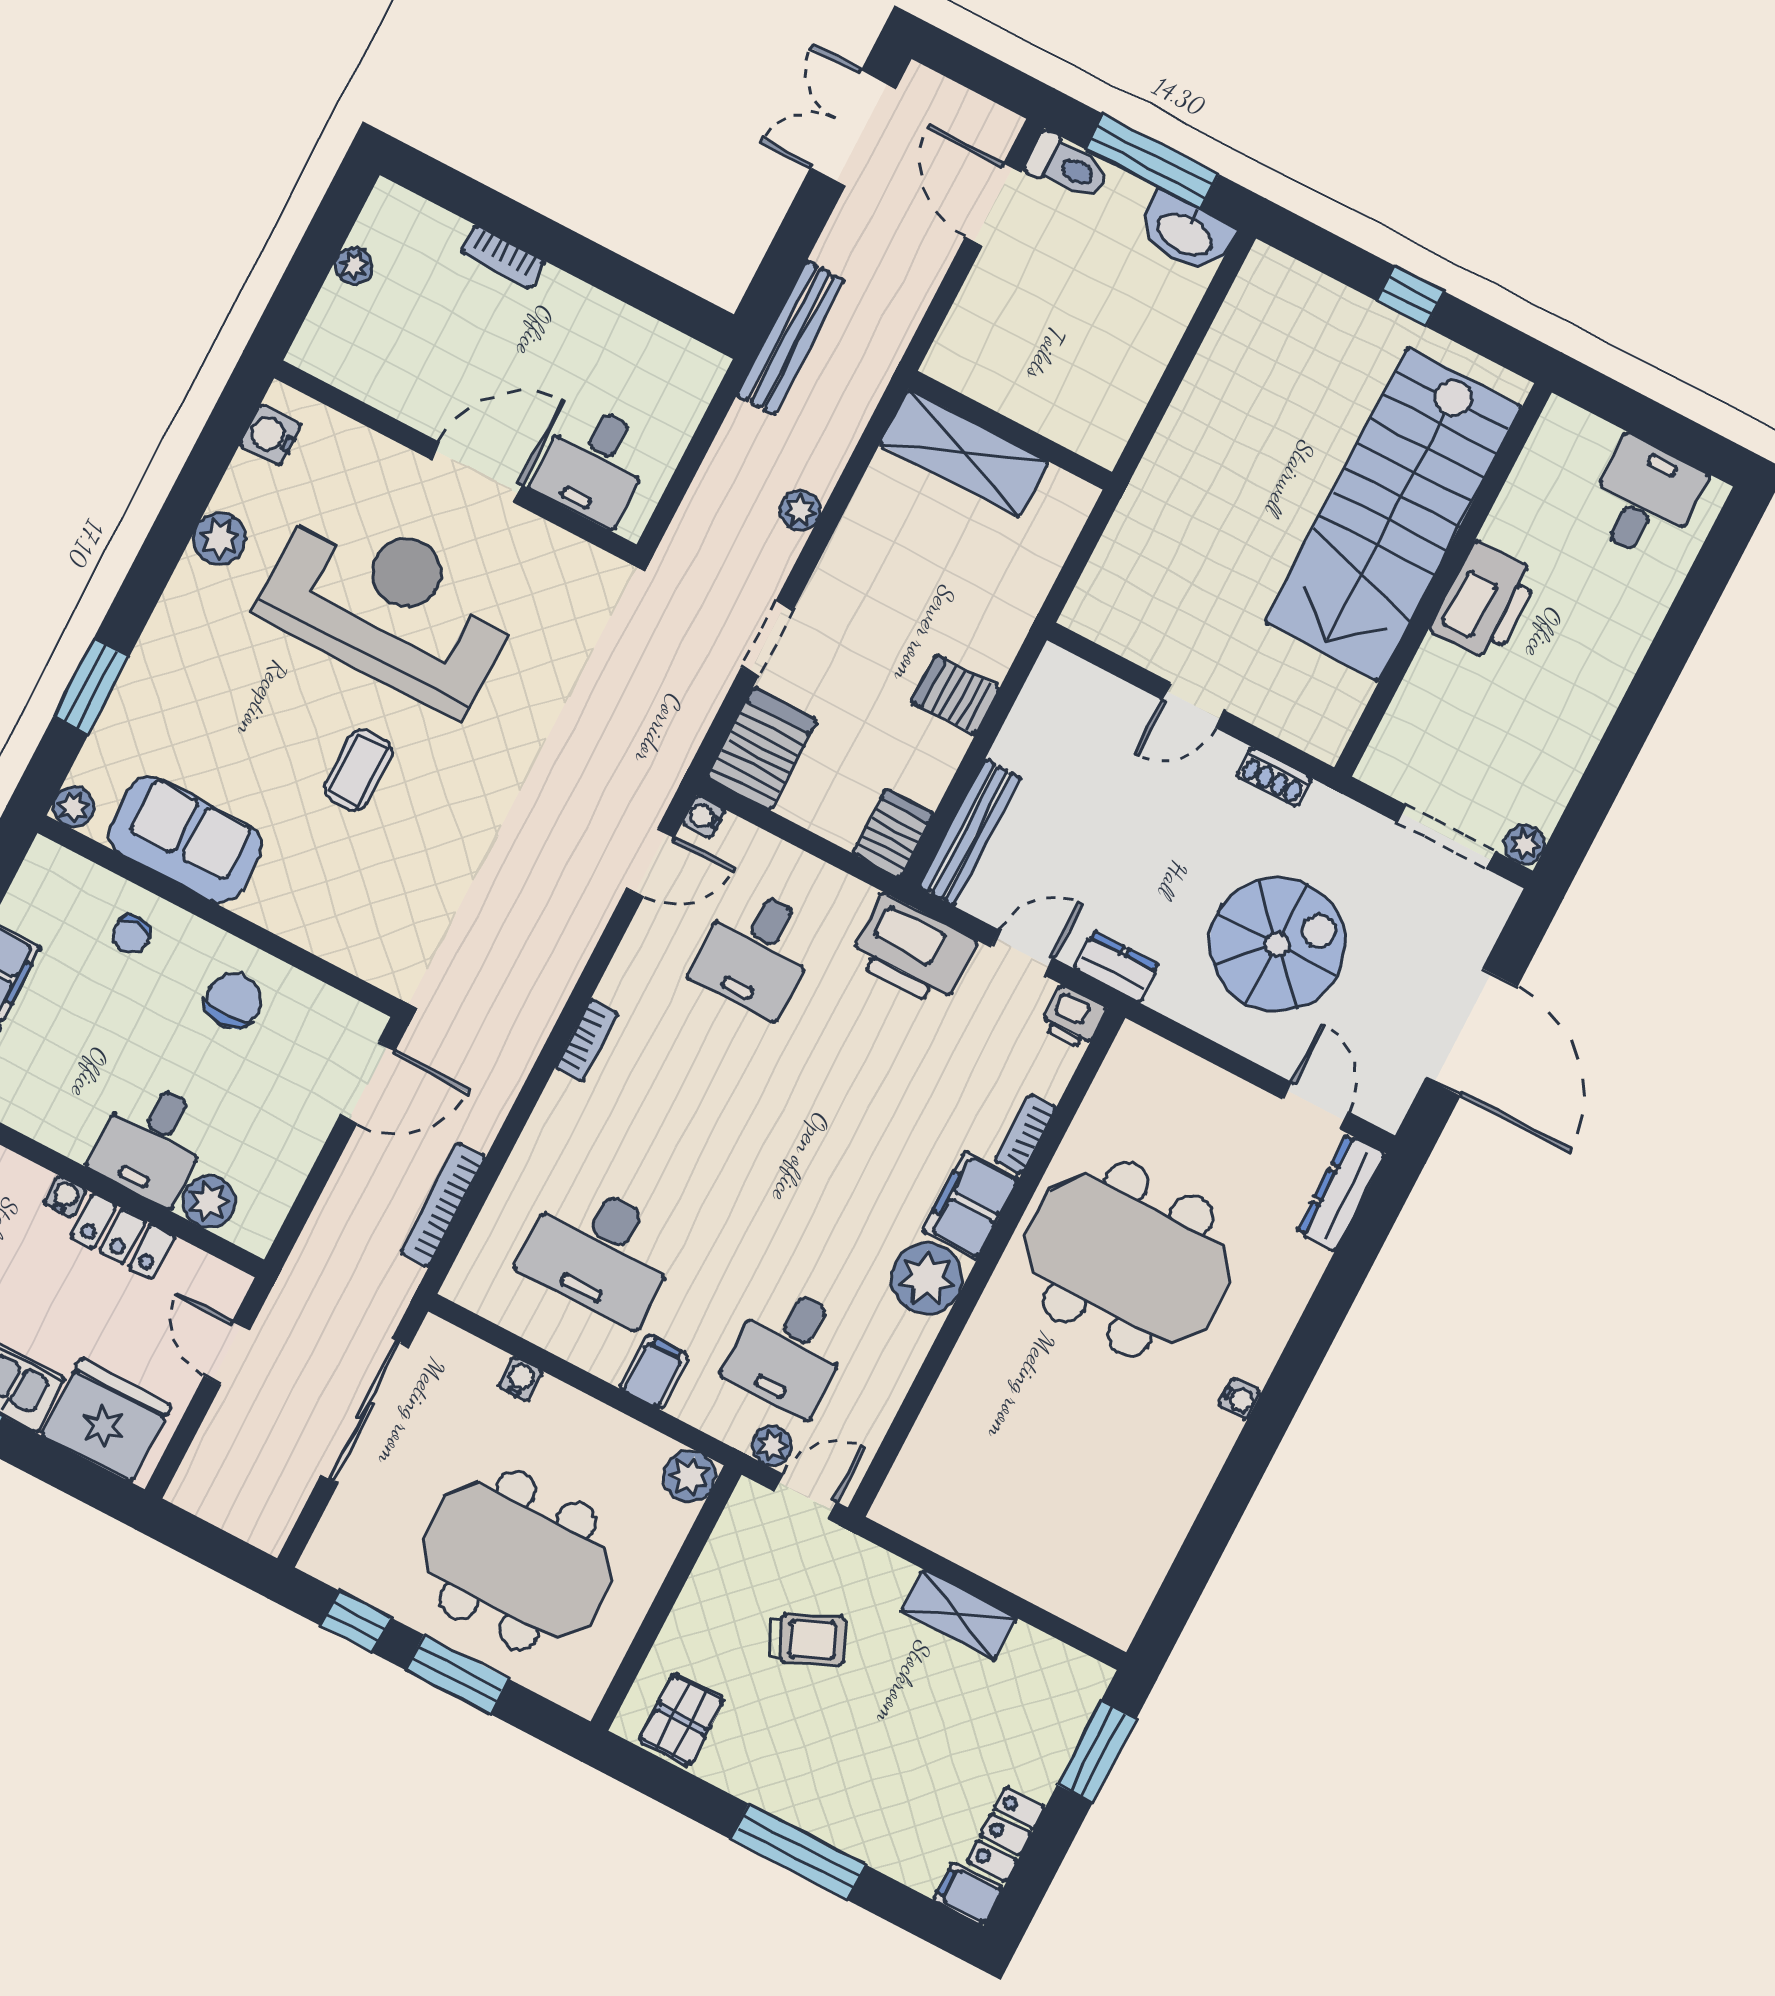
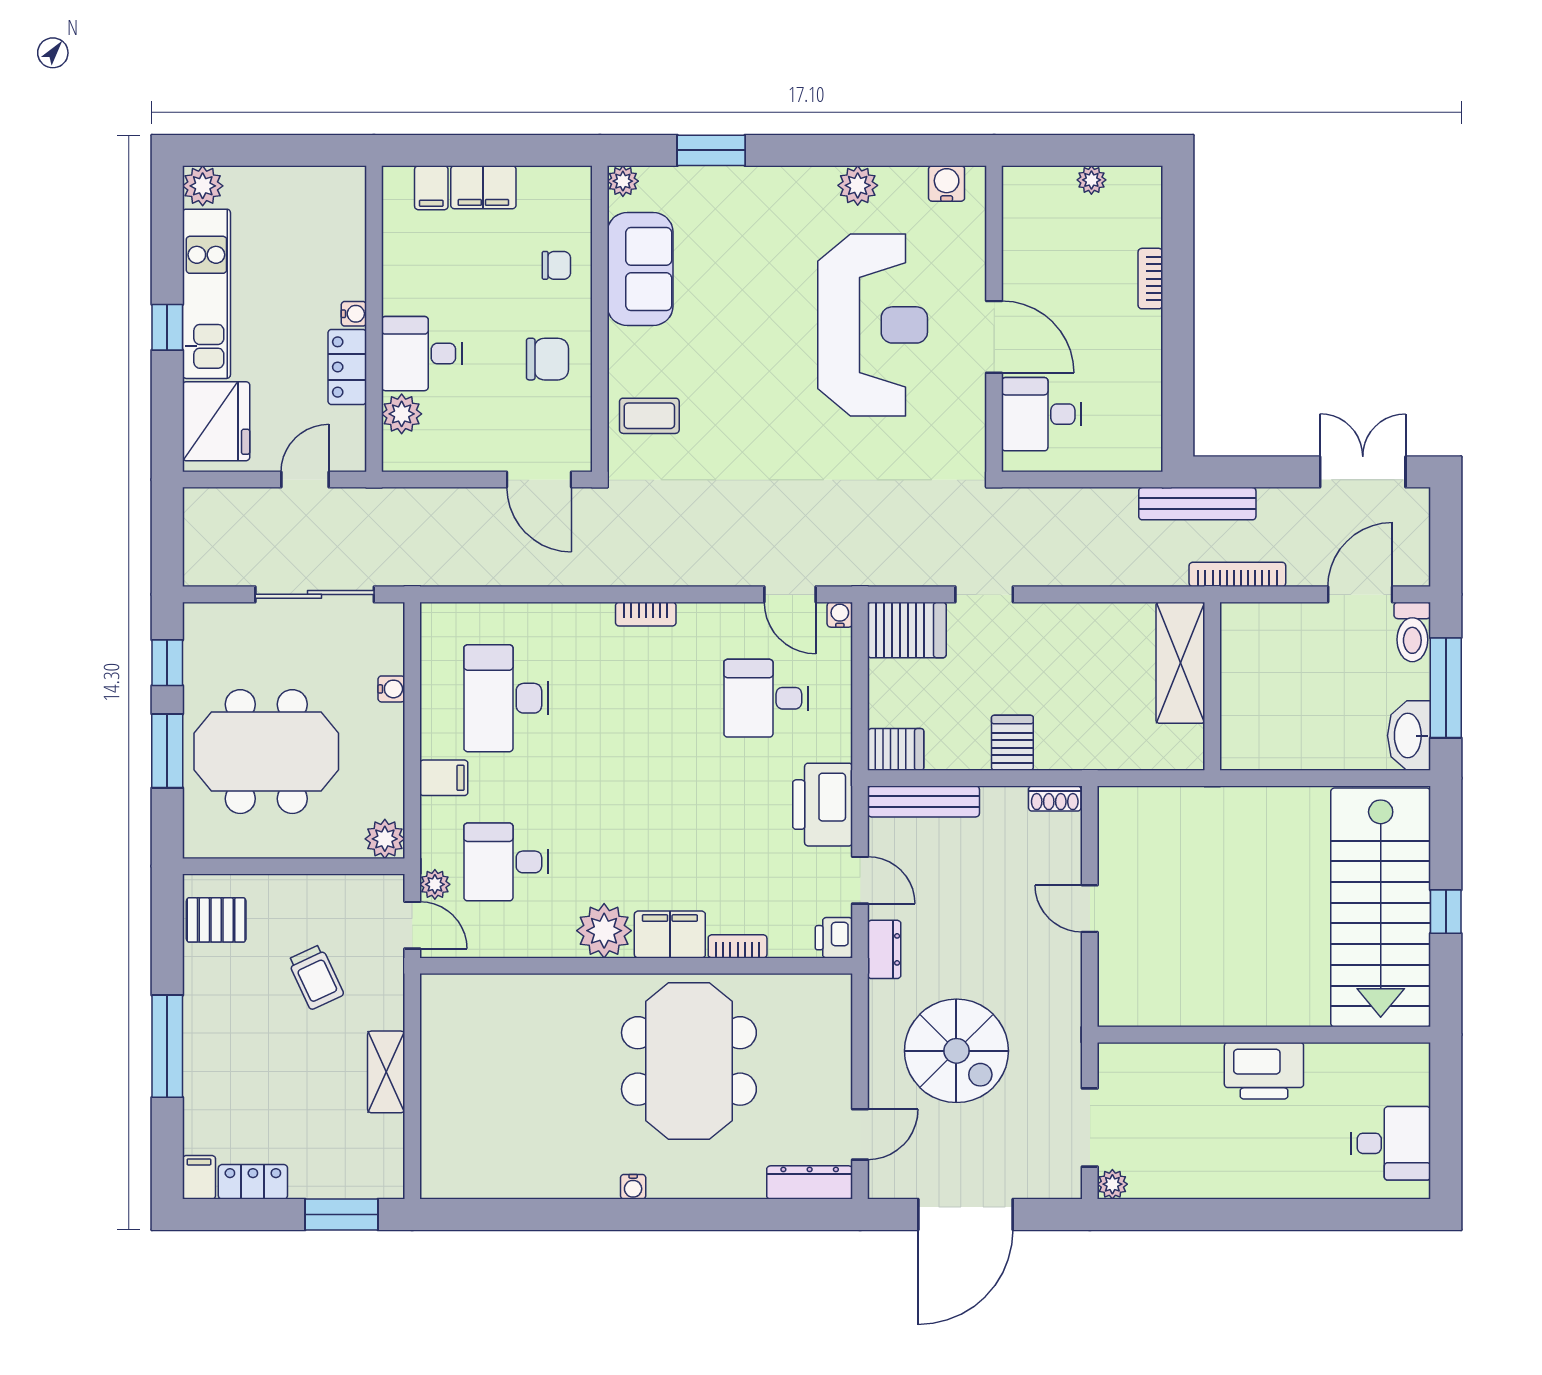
plant: (800, 510) -> (1083, 571), removed
stairs: (1393, 514) -> (1381, 907), moved, turned -90
coffee table: (358, 770) -> (649, 416), moved
shoe rack: (1274, 777) -> (1055, 799), moved, turned -90
chair: (131, 934) -> (556, 265), turned 180
bookcase: (443, 1205) -> (1237, 574), moved
meeting table: (517, 1561) -> (266, 752), turned 90

